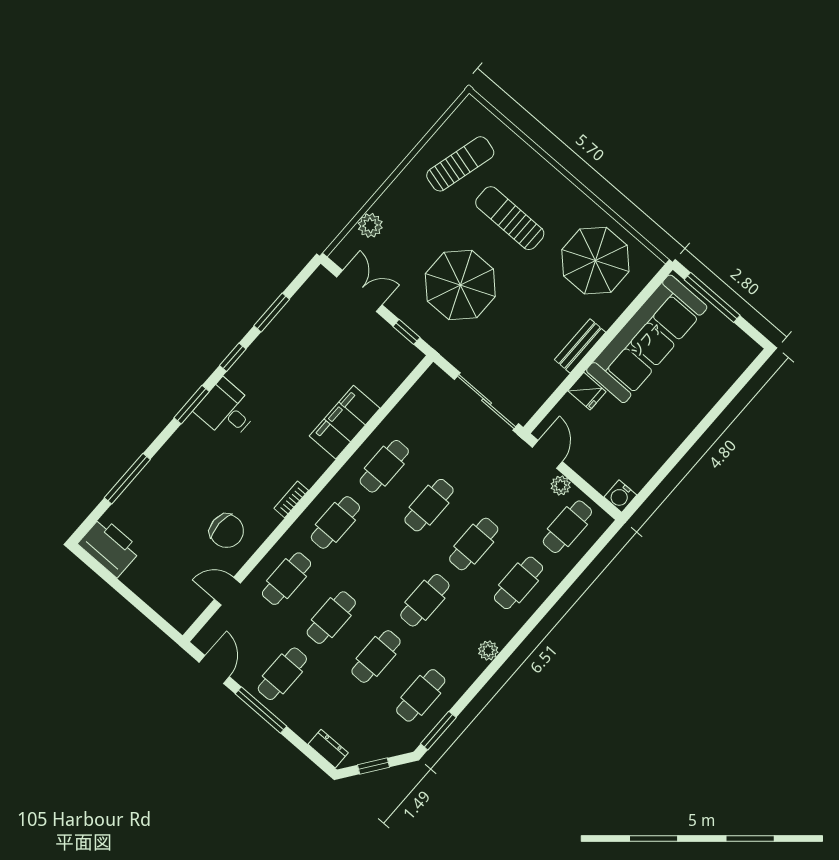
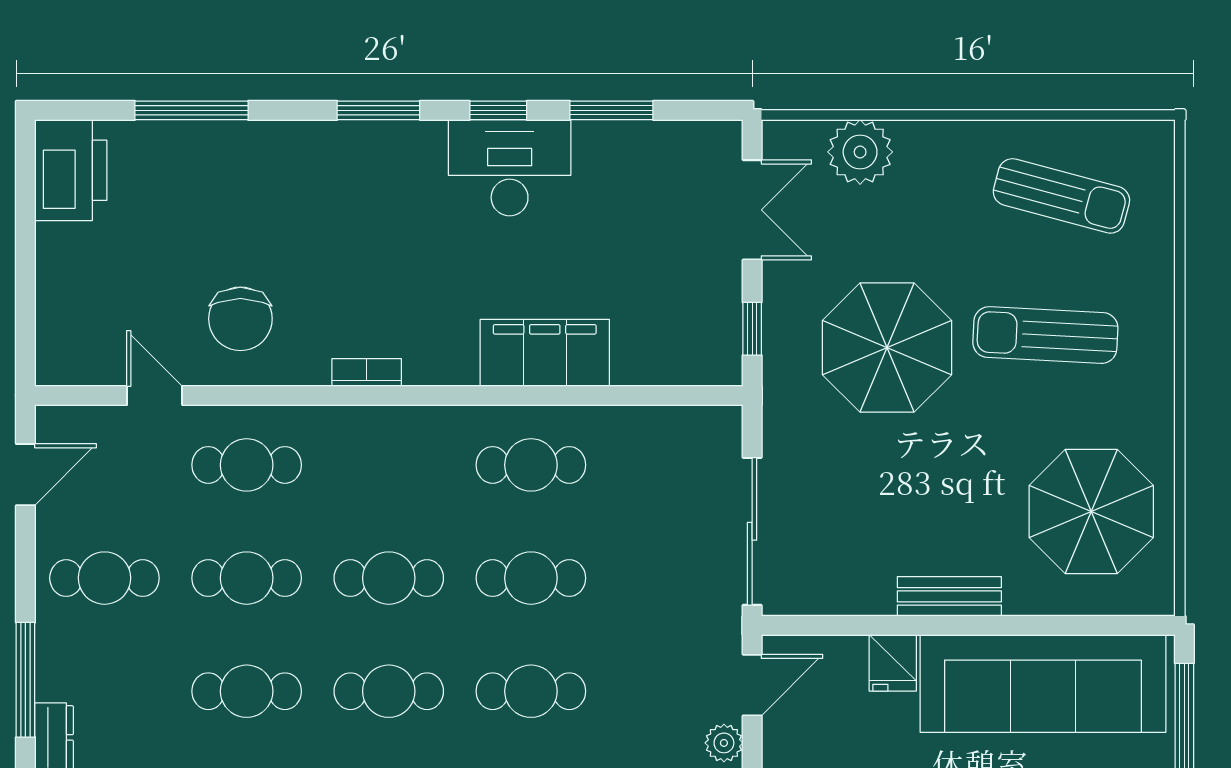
sun lounger: (510, 218) -> (1045, 335), turned -87
plant: (370, 225) -> (860, 152), width x1.36, depth x1.36
desk: (227, 410) -> (510, 168), moved, width x1.37
cafe table: (335, 522) -> (389, 578), moved
window: (261, 710) -> (25, 680), moved

